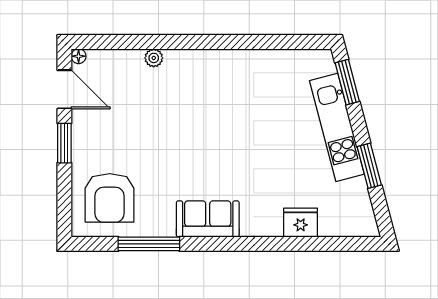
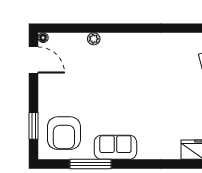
window: (64, 143) -> (34, 126), moved
sofa: (208, 219) -> (115, 147), moved

